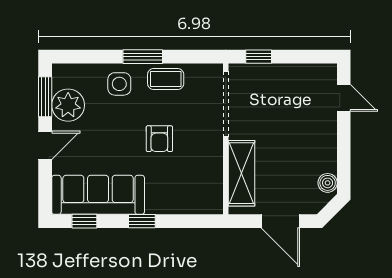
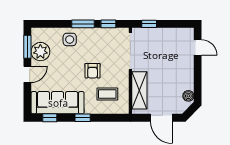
window: (187, 57) -> (108, 24), added
coffee table: (166, 79) -> (107, 94), moved

